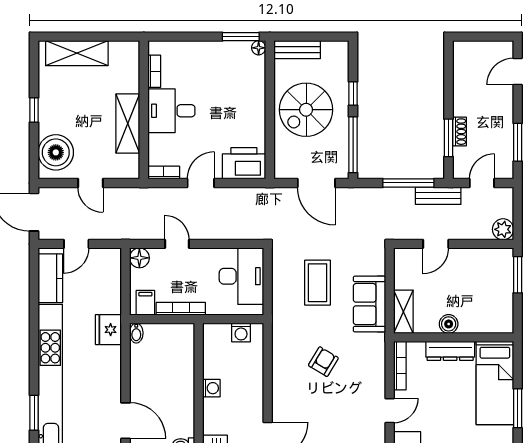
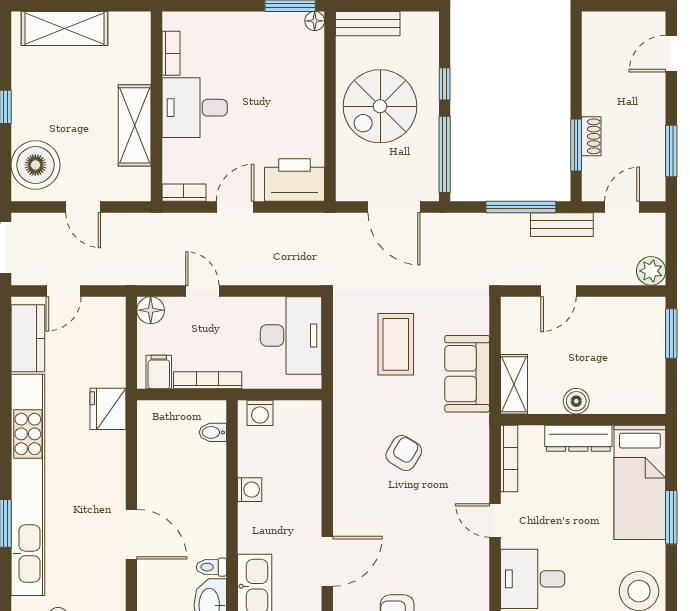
washing machine: (241, 332) -> (260, 413), moved
bidet: (136, 333) -> (213, 432), moved, turned 90
door: (390, 411) -> (495, 520), swing flipped

